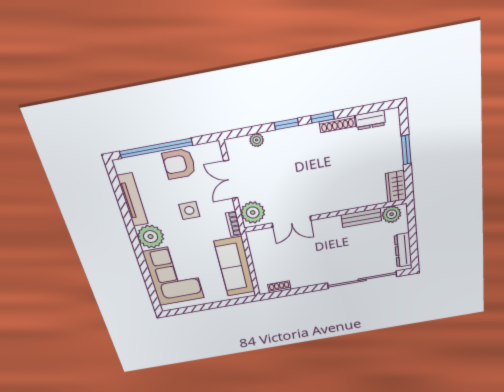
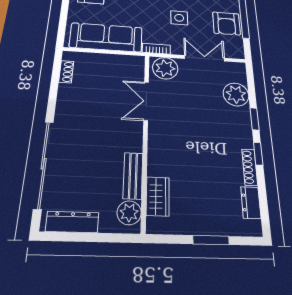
plant: (257, 140) -> (236, 94), width x1.88, depth x1.88
armchair: (179, 164) -> (226, 23), turned 180
wardrobe: (396, 186) -> (158, 196), moved, turned 90

